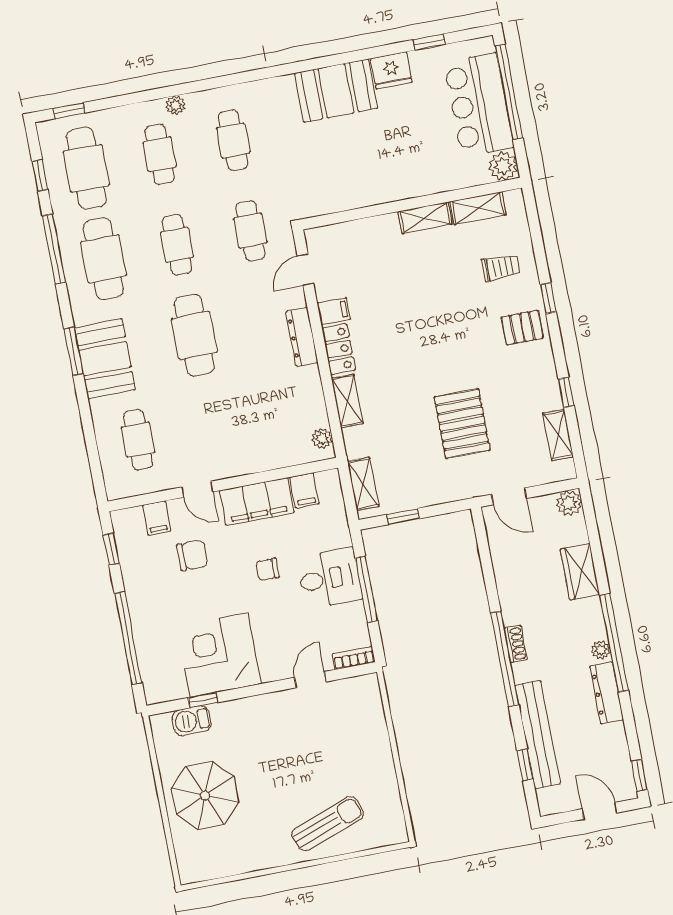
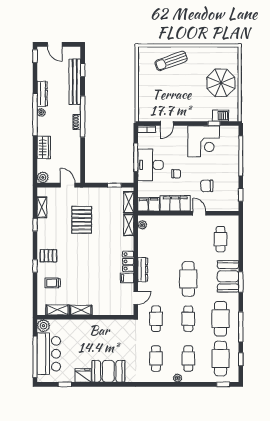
shelving: (347, 401) -> (129, 225), moved
filing cabinet: (157, 518) -> (143, 204), moved
desk: (330, 578) -> (150, 165), width x1.37

